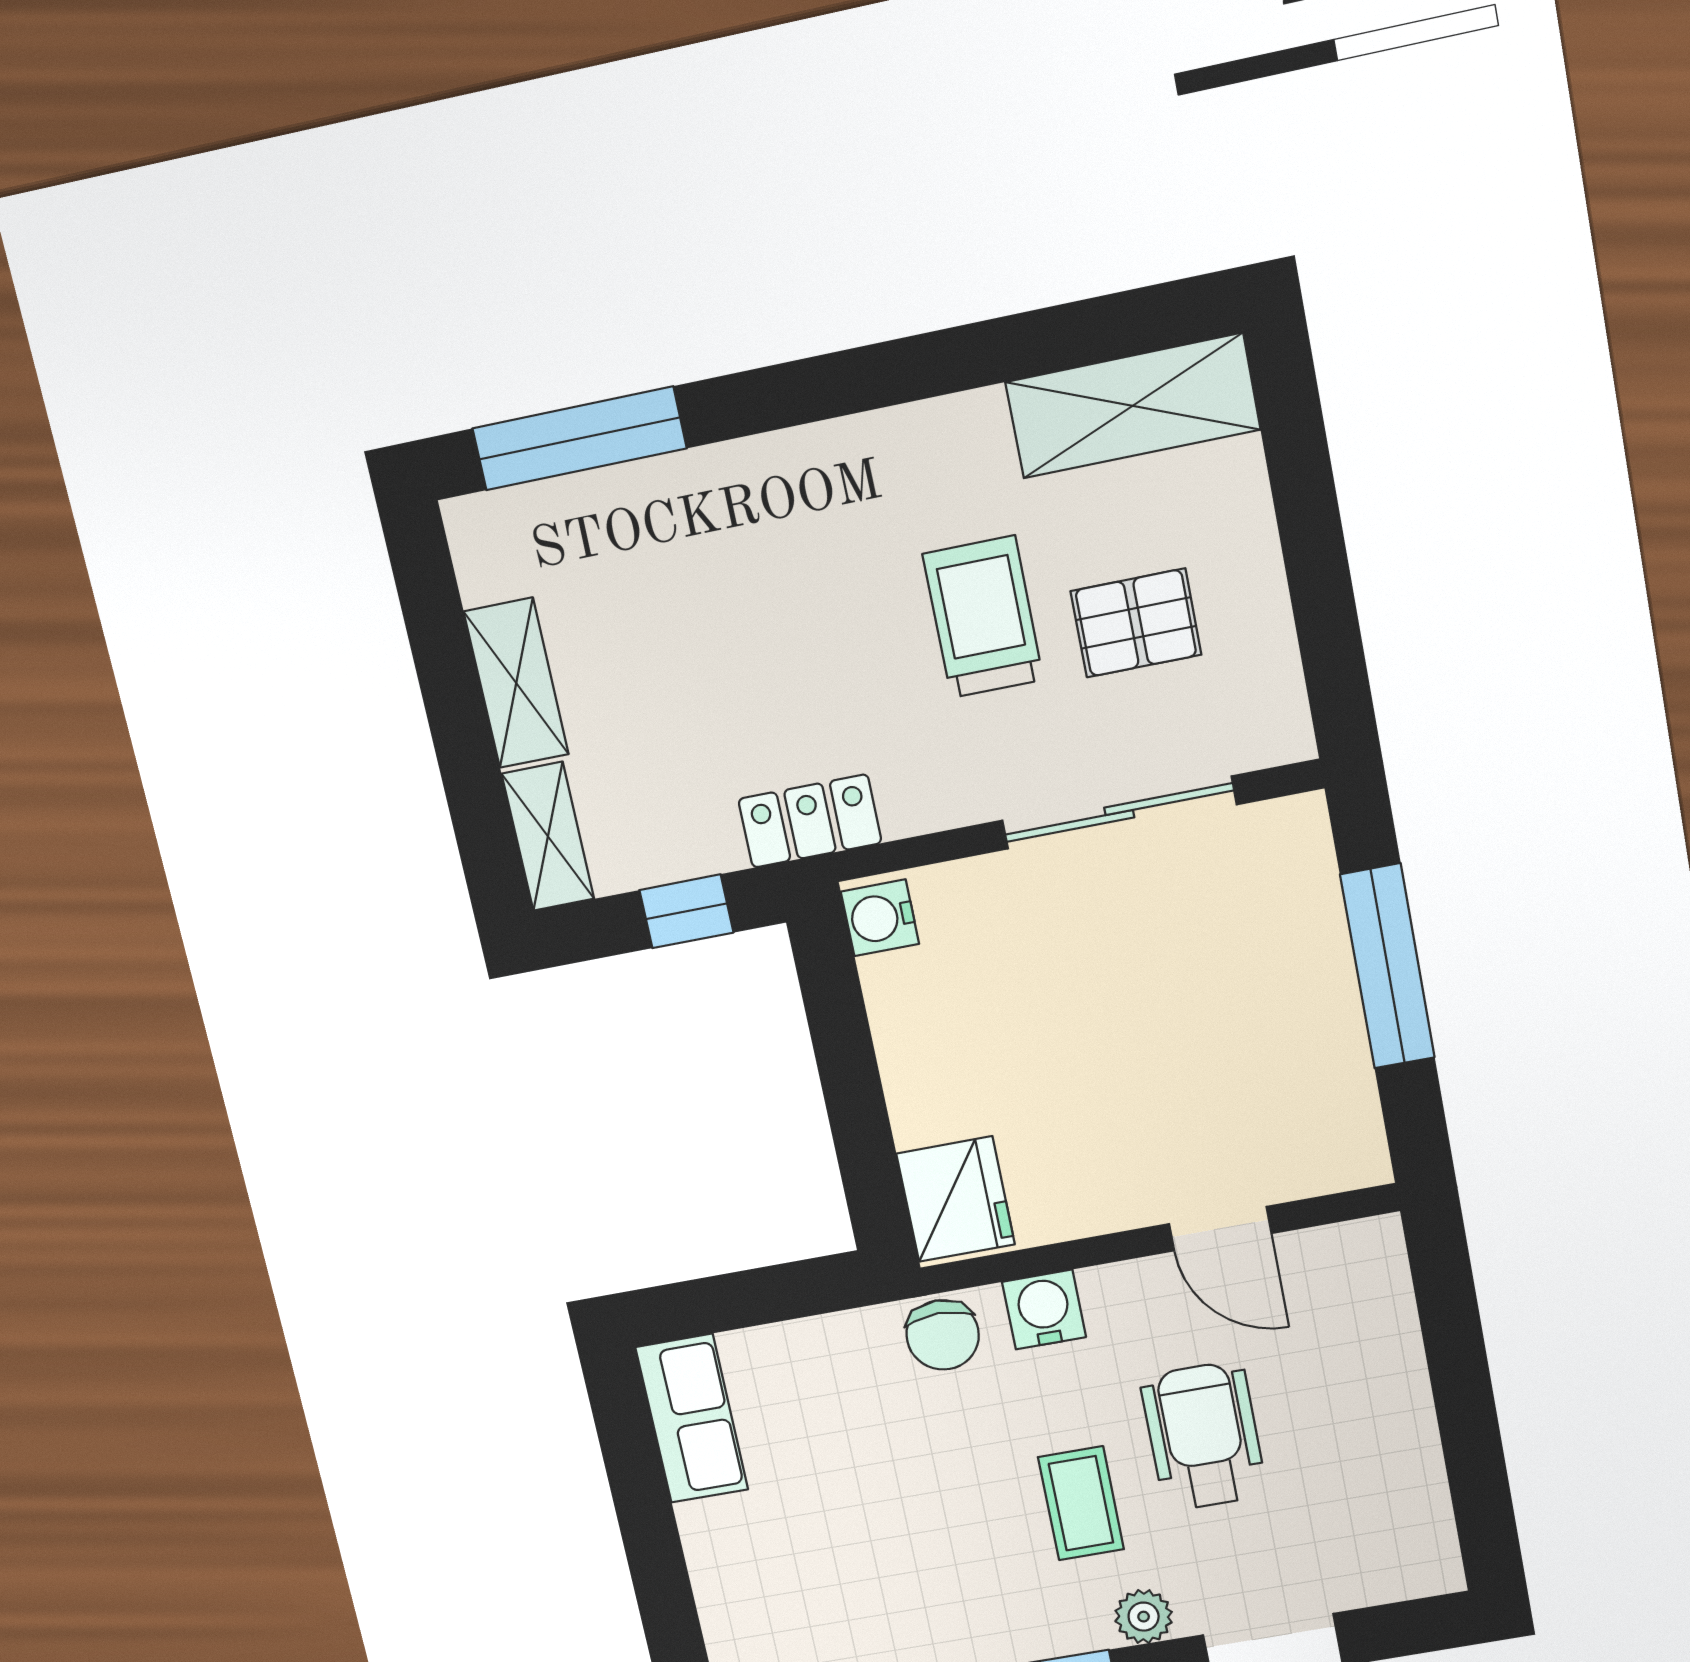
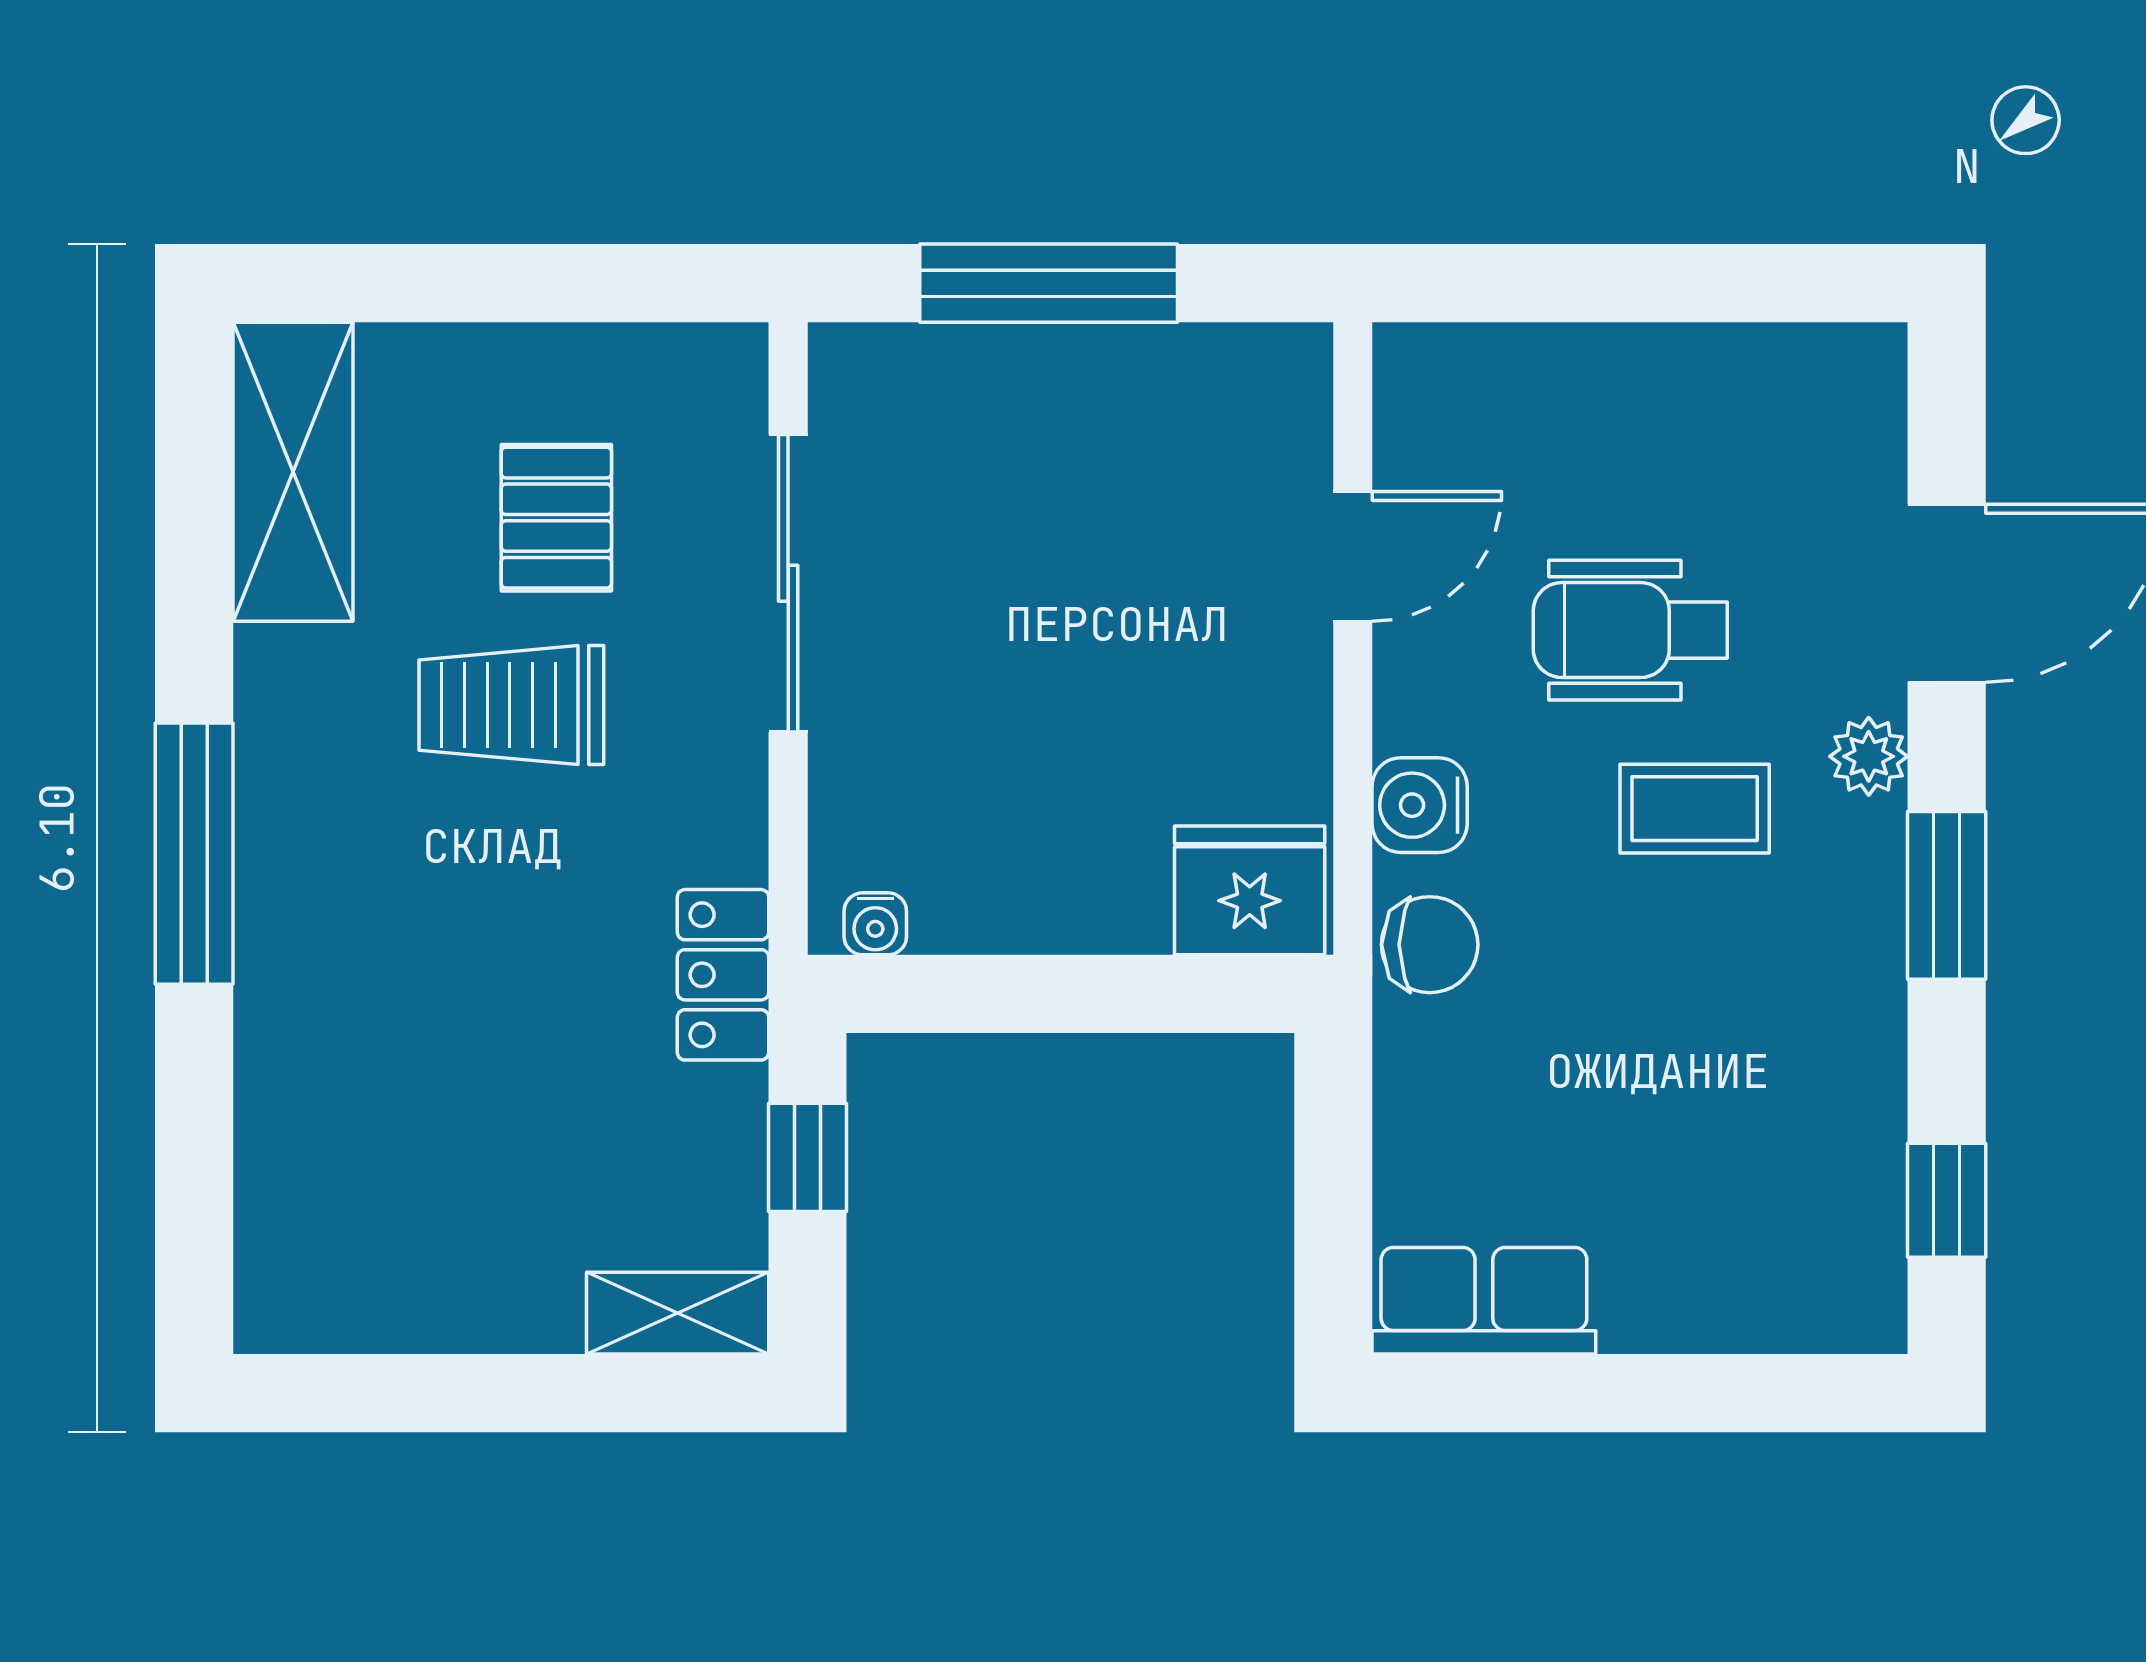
window: (579, 438) -> (194, 854), moved
shelving: (516, 683) -> (477, 1308), removed
water cooler: (880, 918) -> (875, 924), width x0.72, depth x0.72

